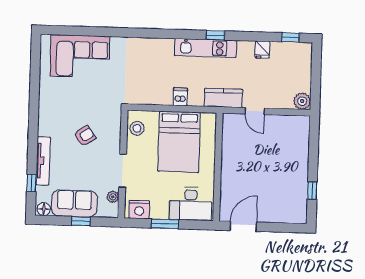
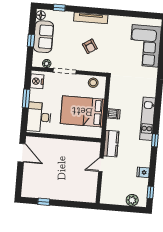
kitchen unit: (206, 48) -> (148, 119), moved
plant: (302, 101) -> (132, 200), moved
tv unit: (43, 161) -> (91, 18), moved

